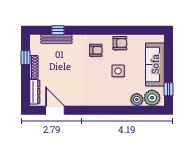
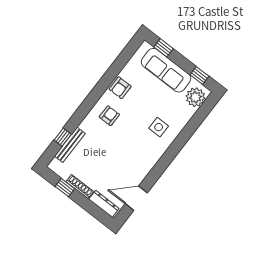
armchair: (120, 43) -> (120, 88), turned 180
window: (168, 51) -> (164, 48), added
side table: (118, 71) -> (159, 127), moved
plant: (137, 100) -> (186, 113), removed

